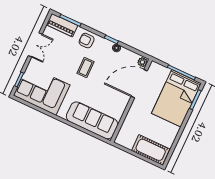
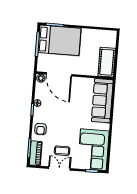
coffee table: (85, 68) -> (62, 151), moved
cot: (151, 150) -> (107, 62), moved

